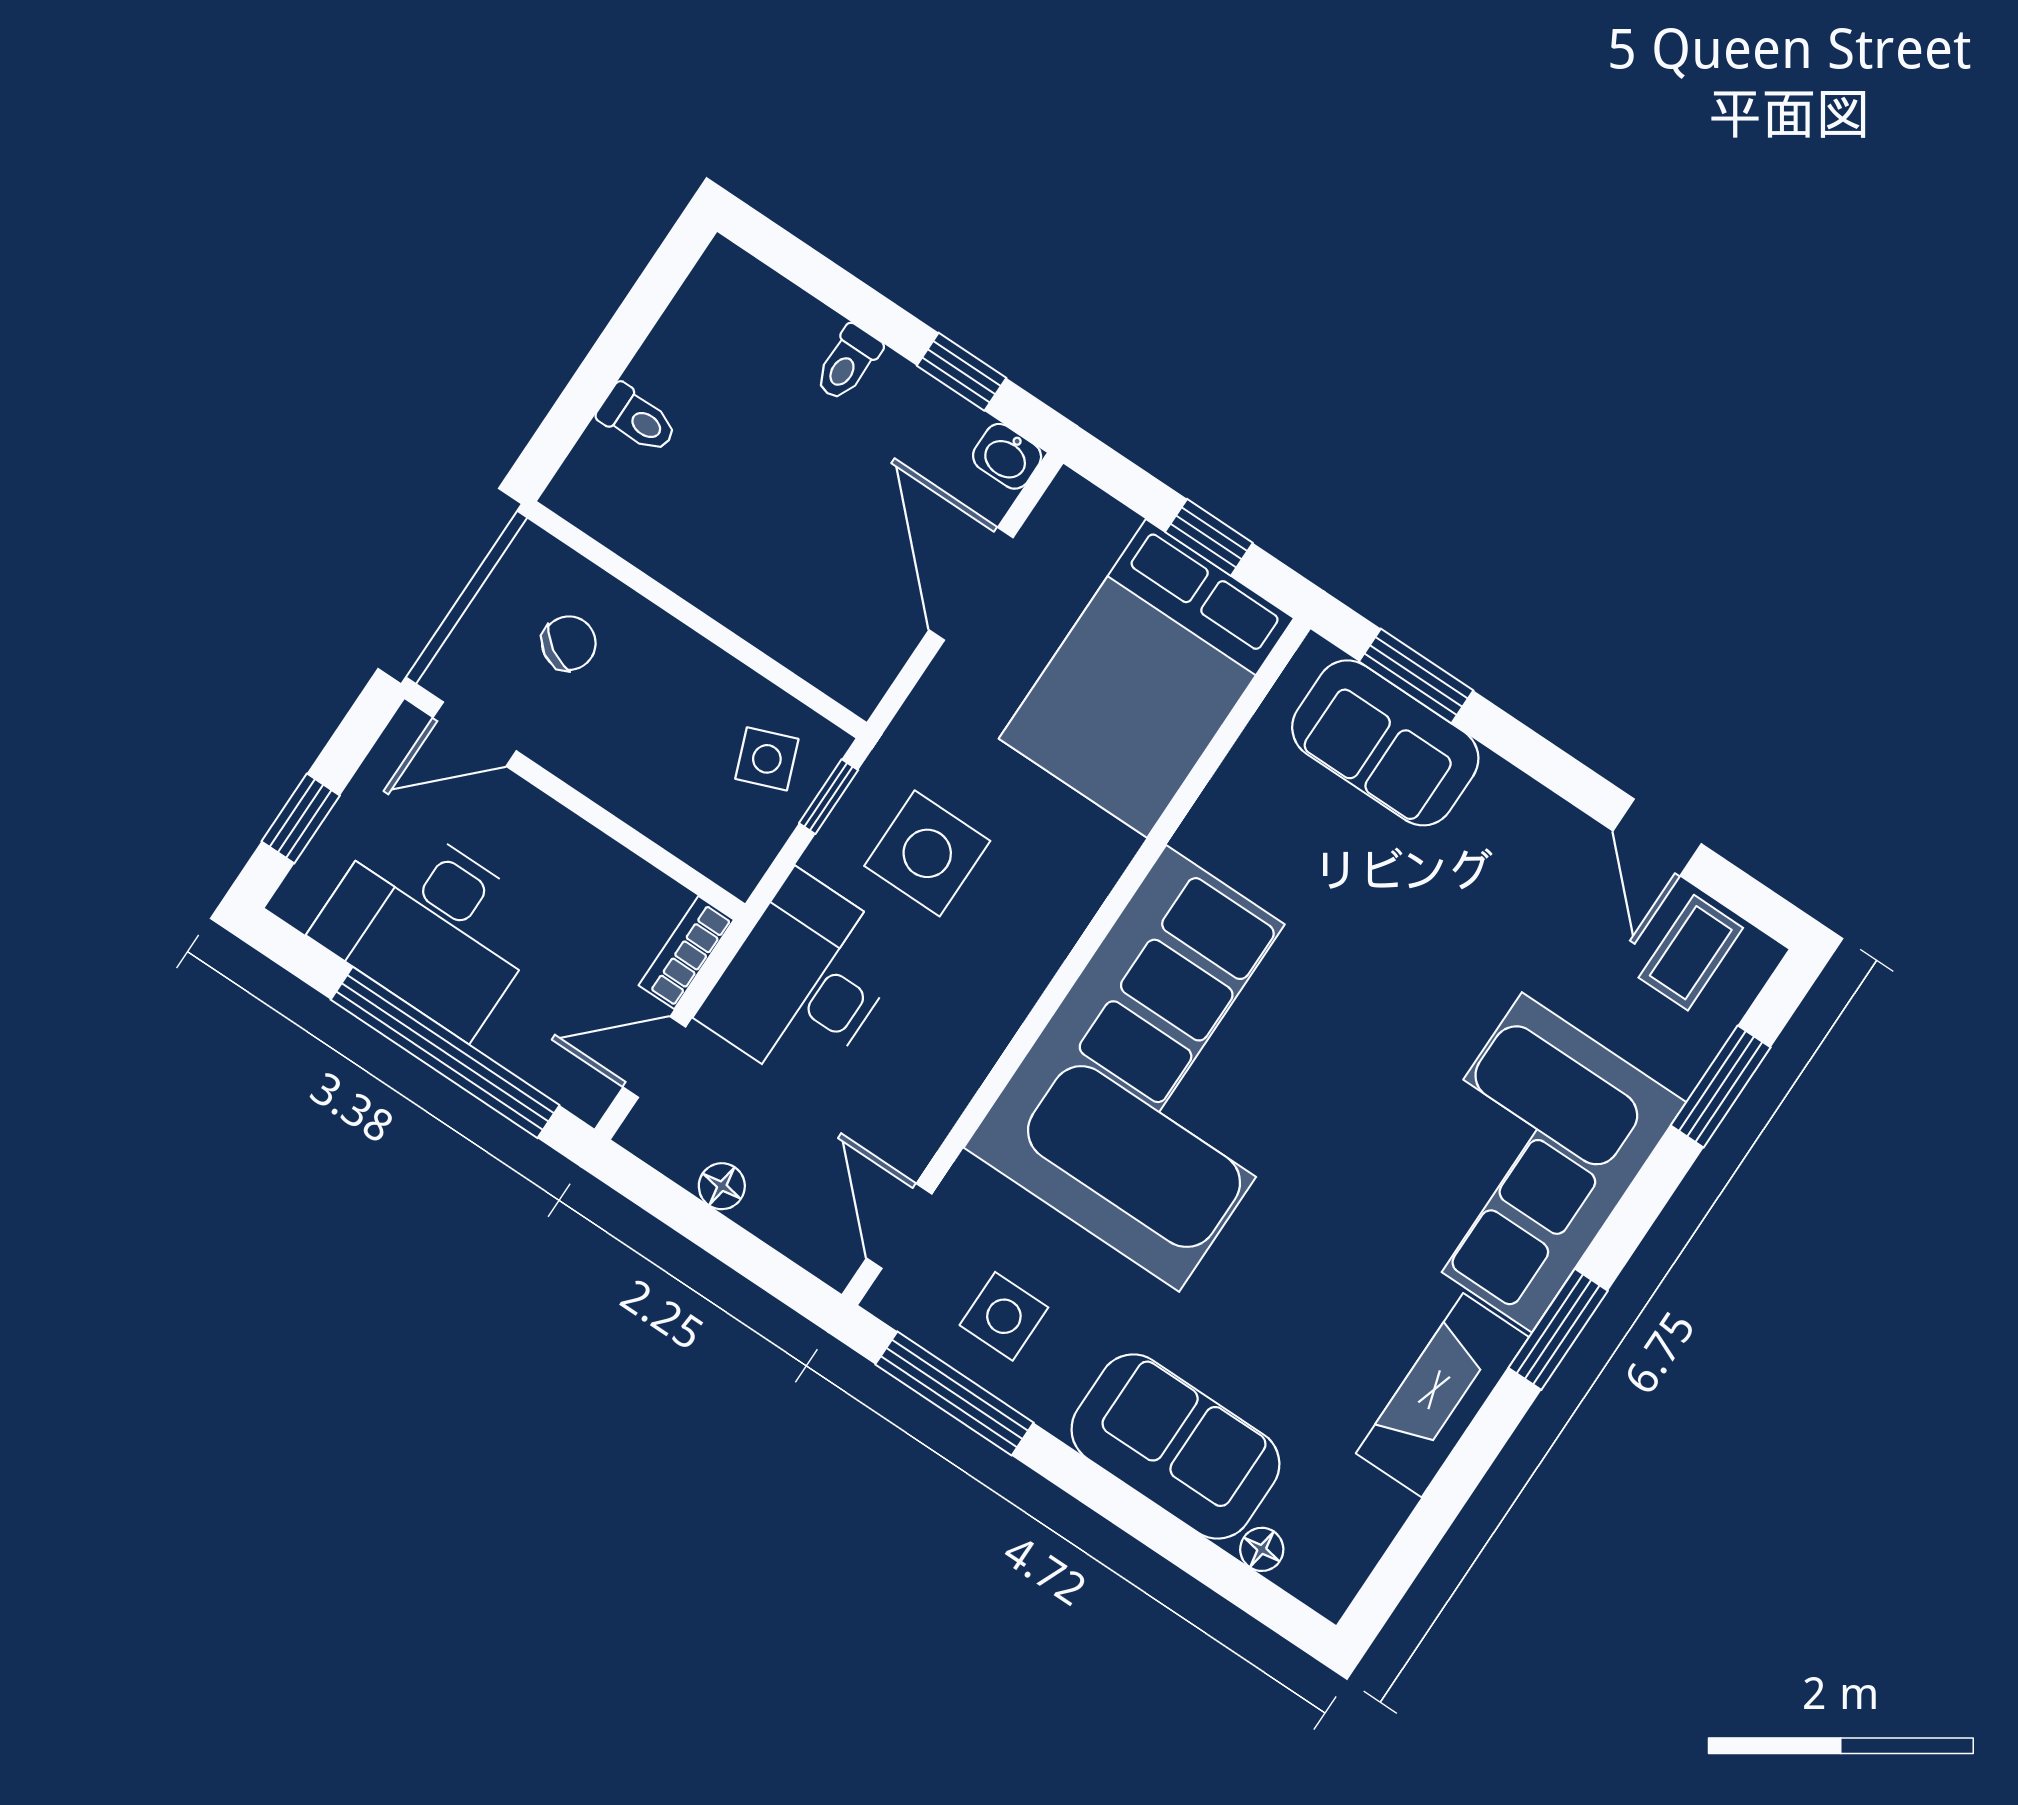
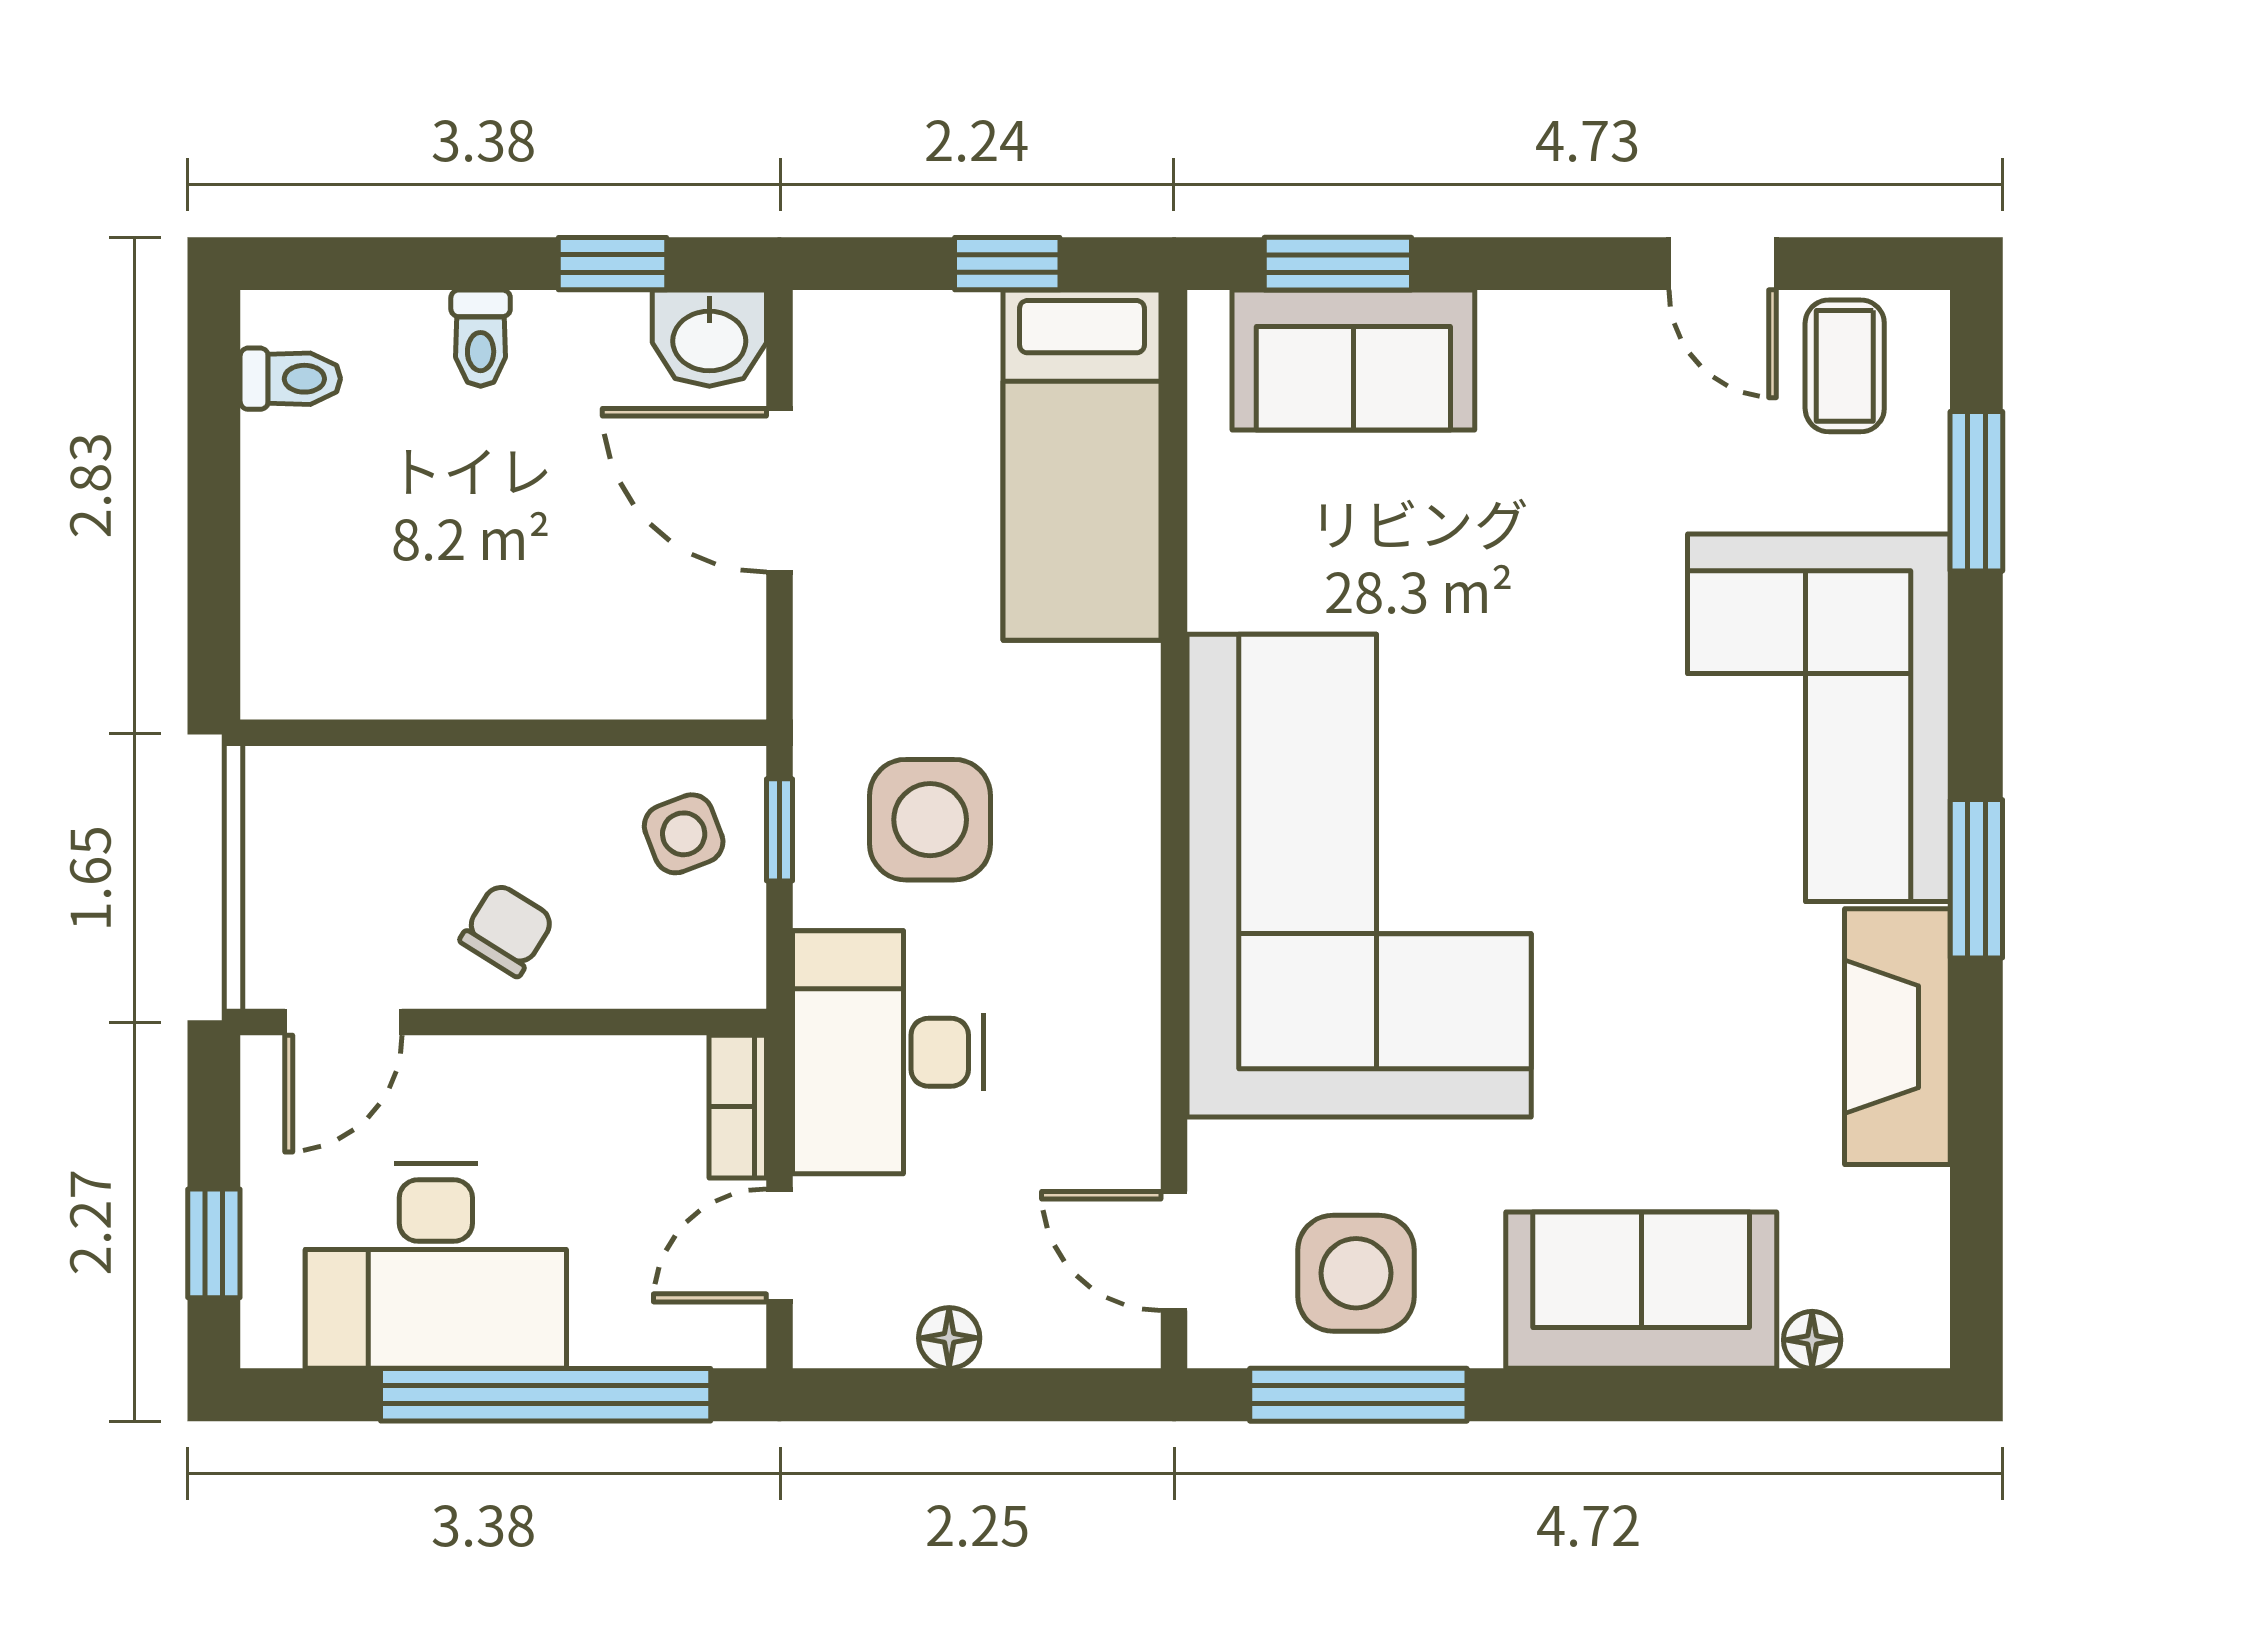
toilet: (637, 419) -> (290, 379), moved
washbasin: (1007, 456) -> (709, 338), width x1.38, depth x1.45
chair: (569, 643) -> (507, 930), moved
bed: (1146, 678) -> (1082, 465), width x0.67
side table: (1004, 1316) -> (1356, 1273), width x1.37, depth x1.37

